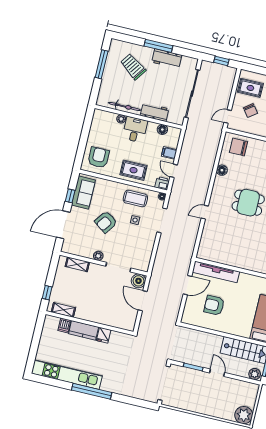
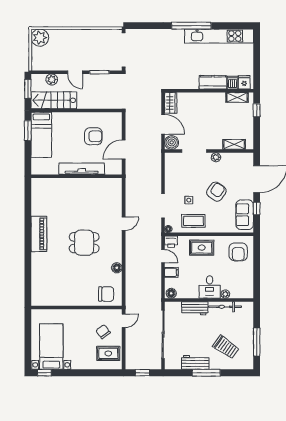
floor lamp: (162, 130) -> (171, 293), moved
tv unit: (216, 272) -> (82, 169), moved
wardrobe: (130, 320) -> (171, 103), added
fridge: (104, 335) -> (244, 82), moved
plant: (255, 374) -> (52, 80), moved

